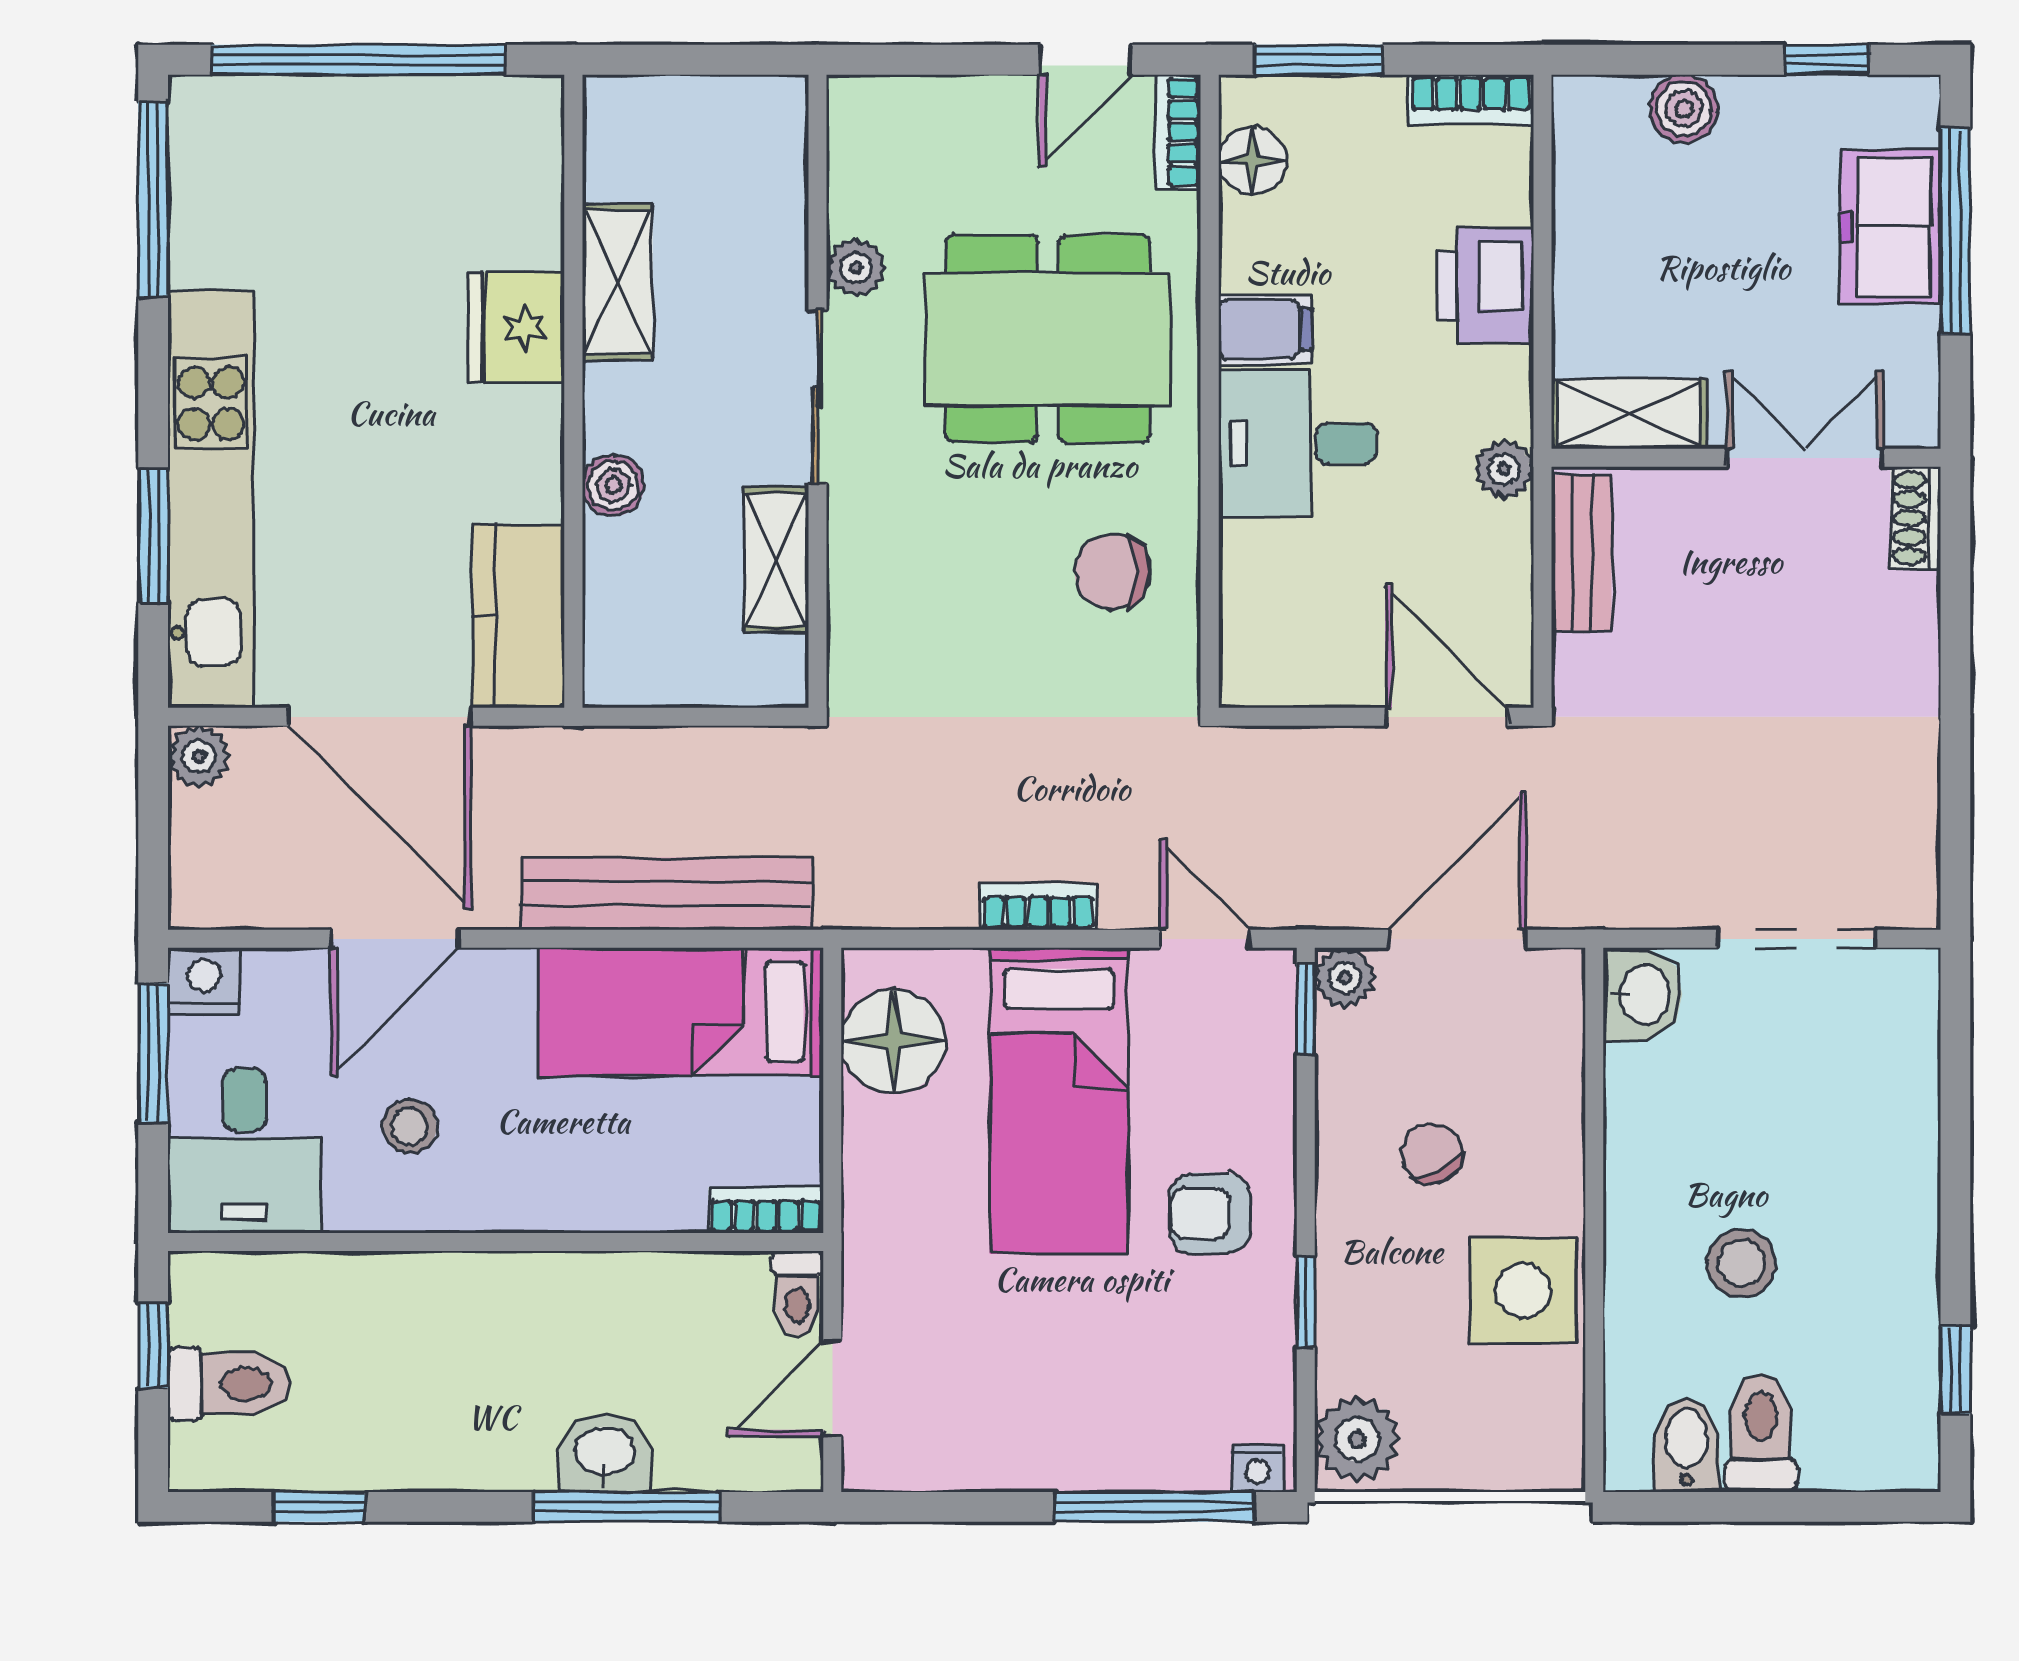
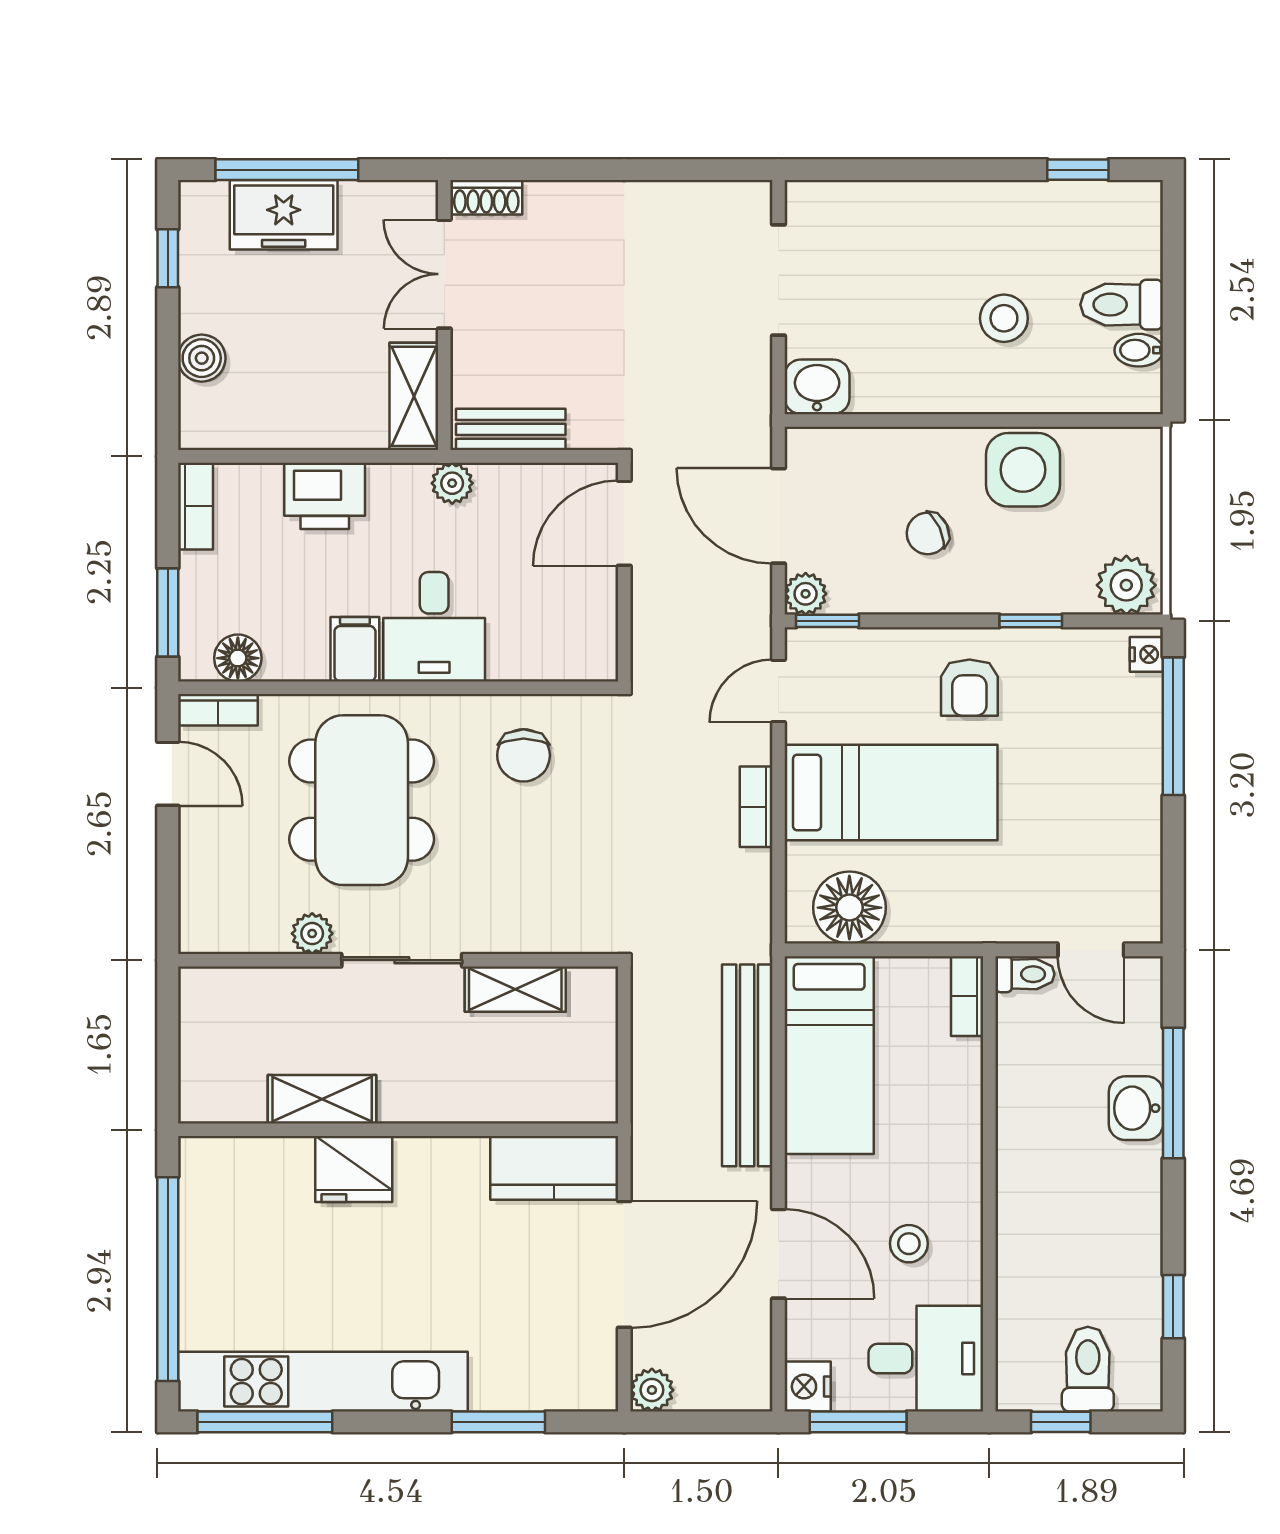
boiler: (613, 485) -> (464, 1102), removed
kitchen unit: (211, 499) -> (323, 1382), moved
bidet: (1686, 1445) -> (1139, 350), width x0.72, depth x0.74

